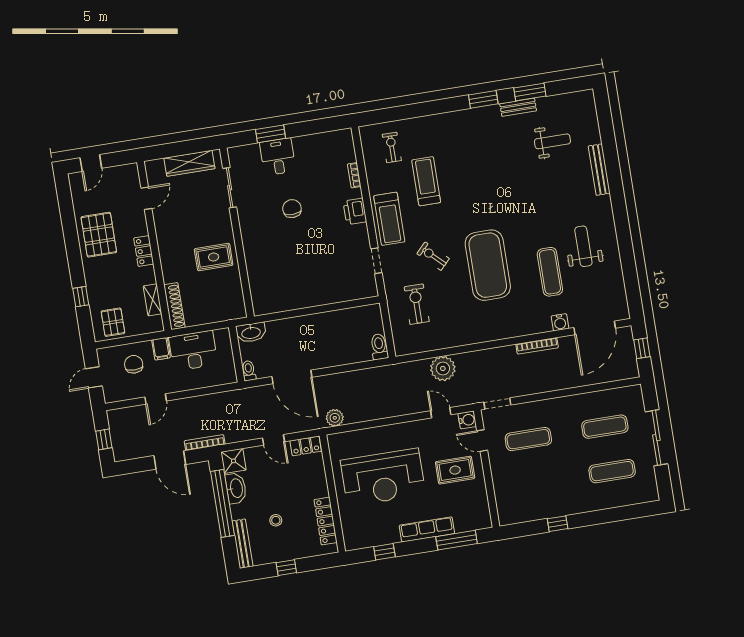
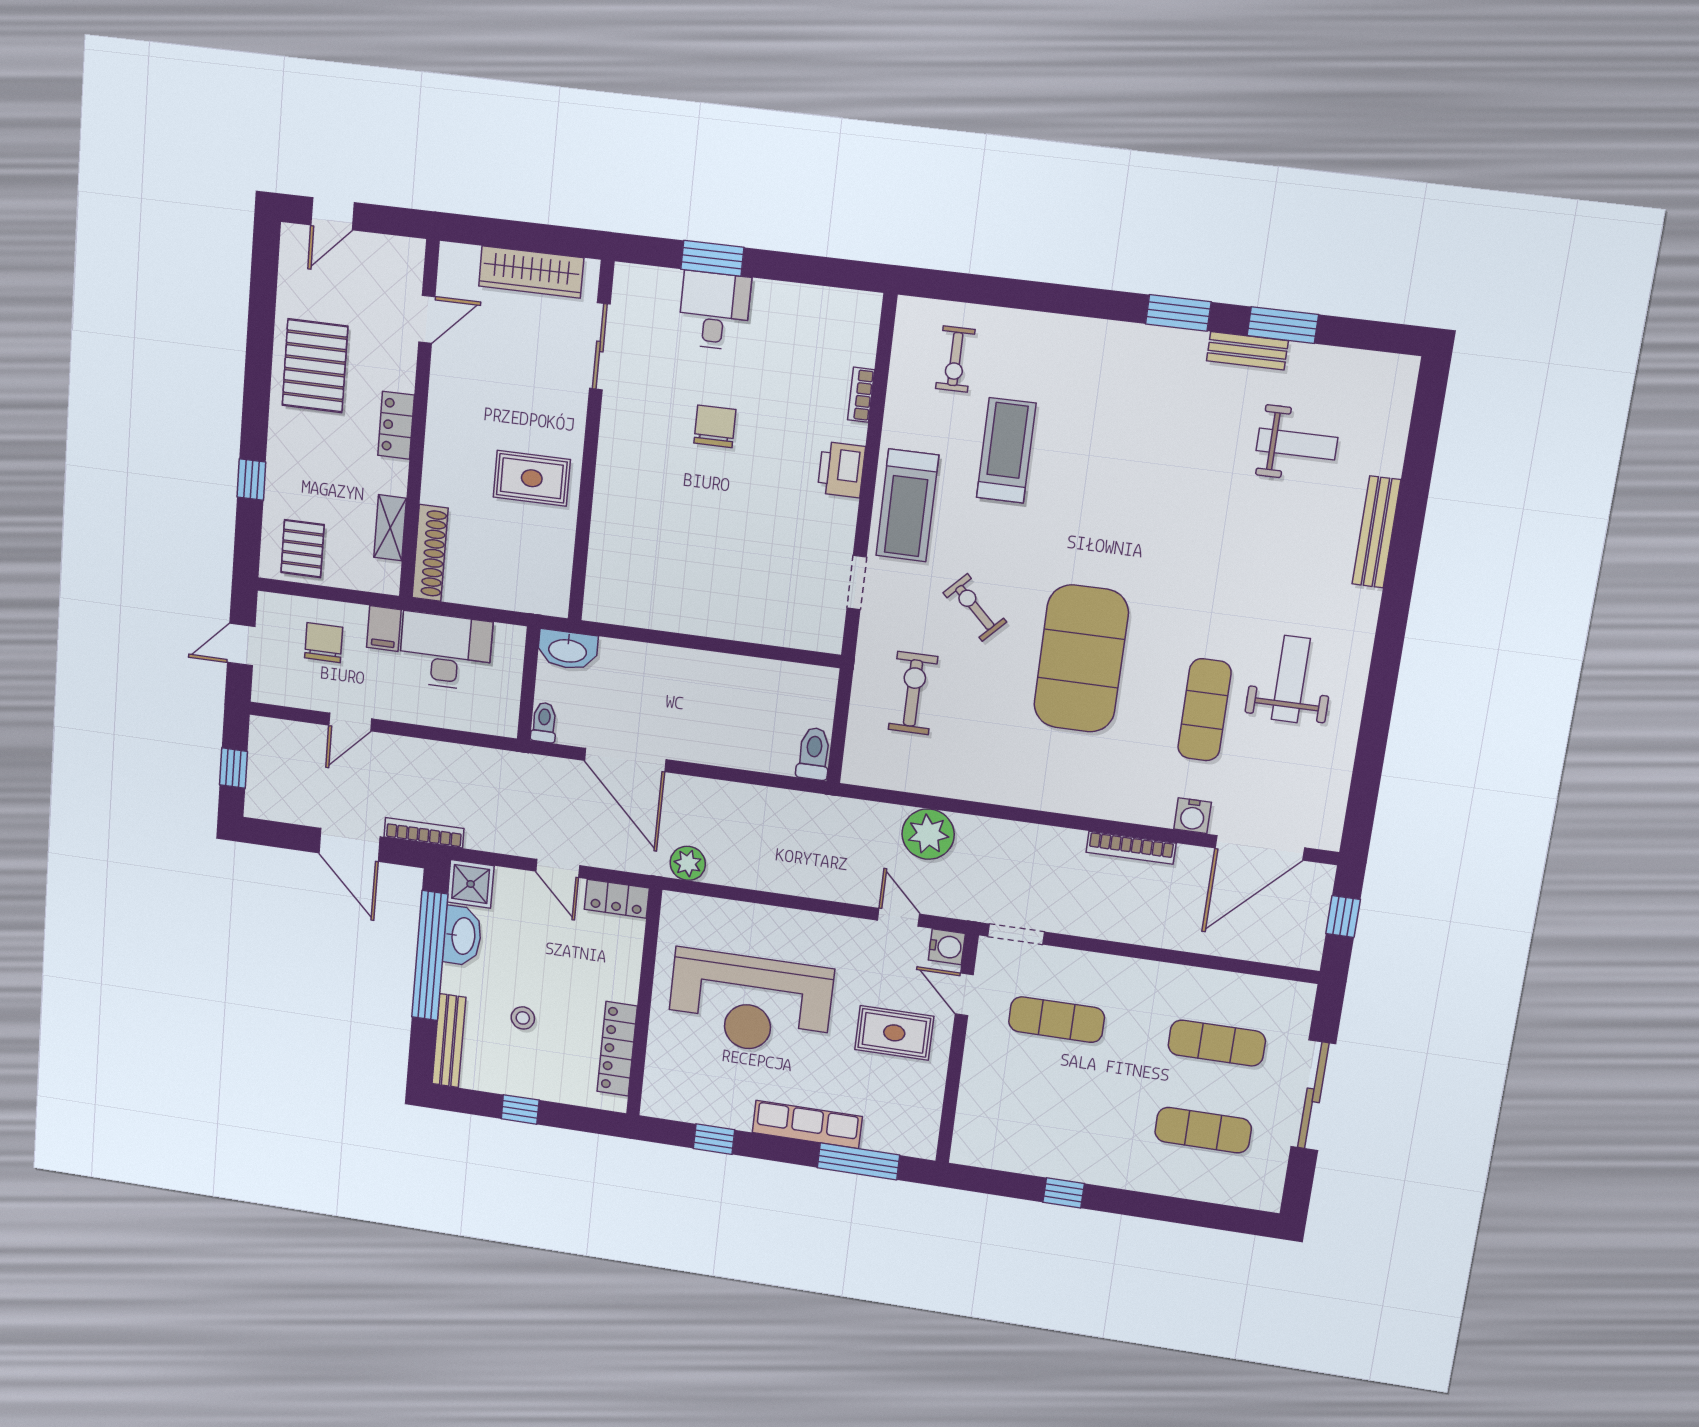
exercise bike: (392, 147) -> (955, 359), turned 180

